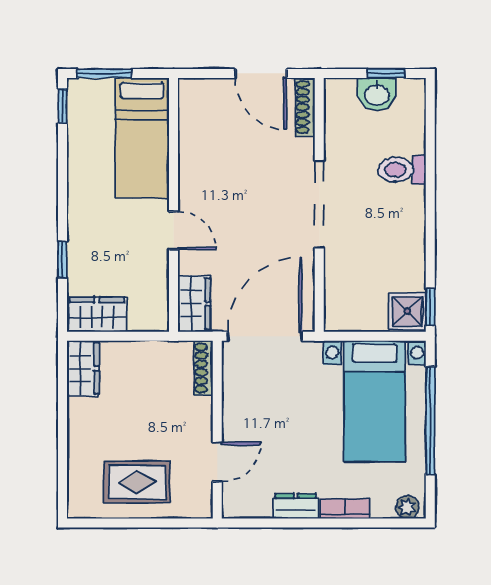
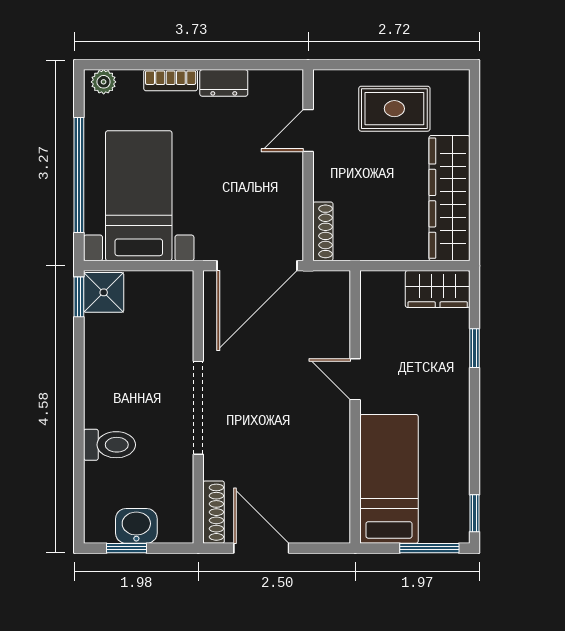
wardrobe: (194, 304) -> (333, 301), removed
wardrobe: (83, 368) -> (449, 198), width x2.10, depth x1.17

